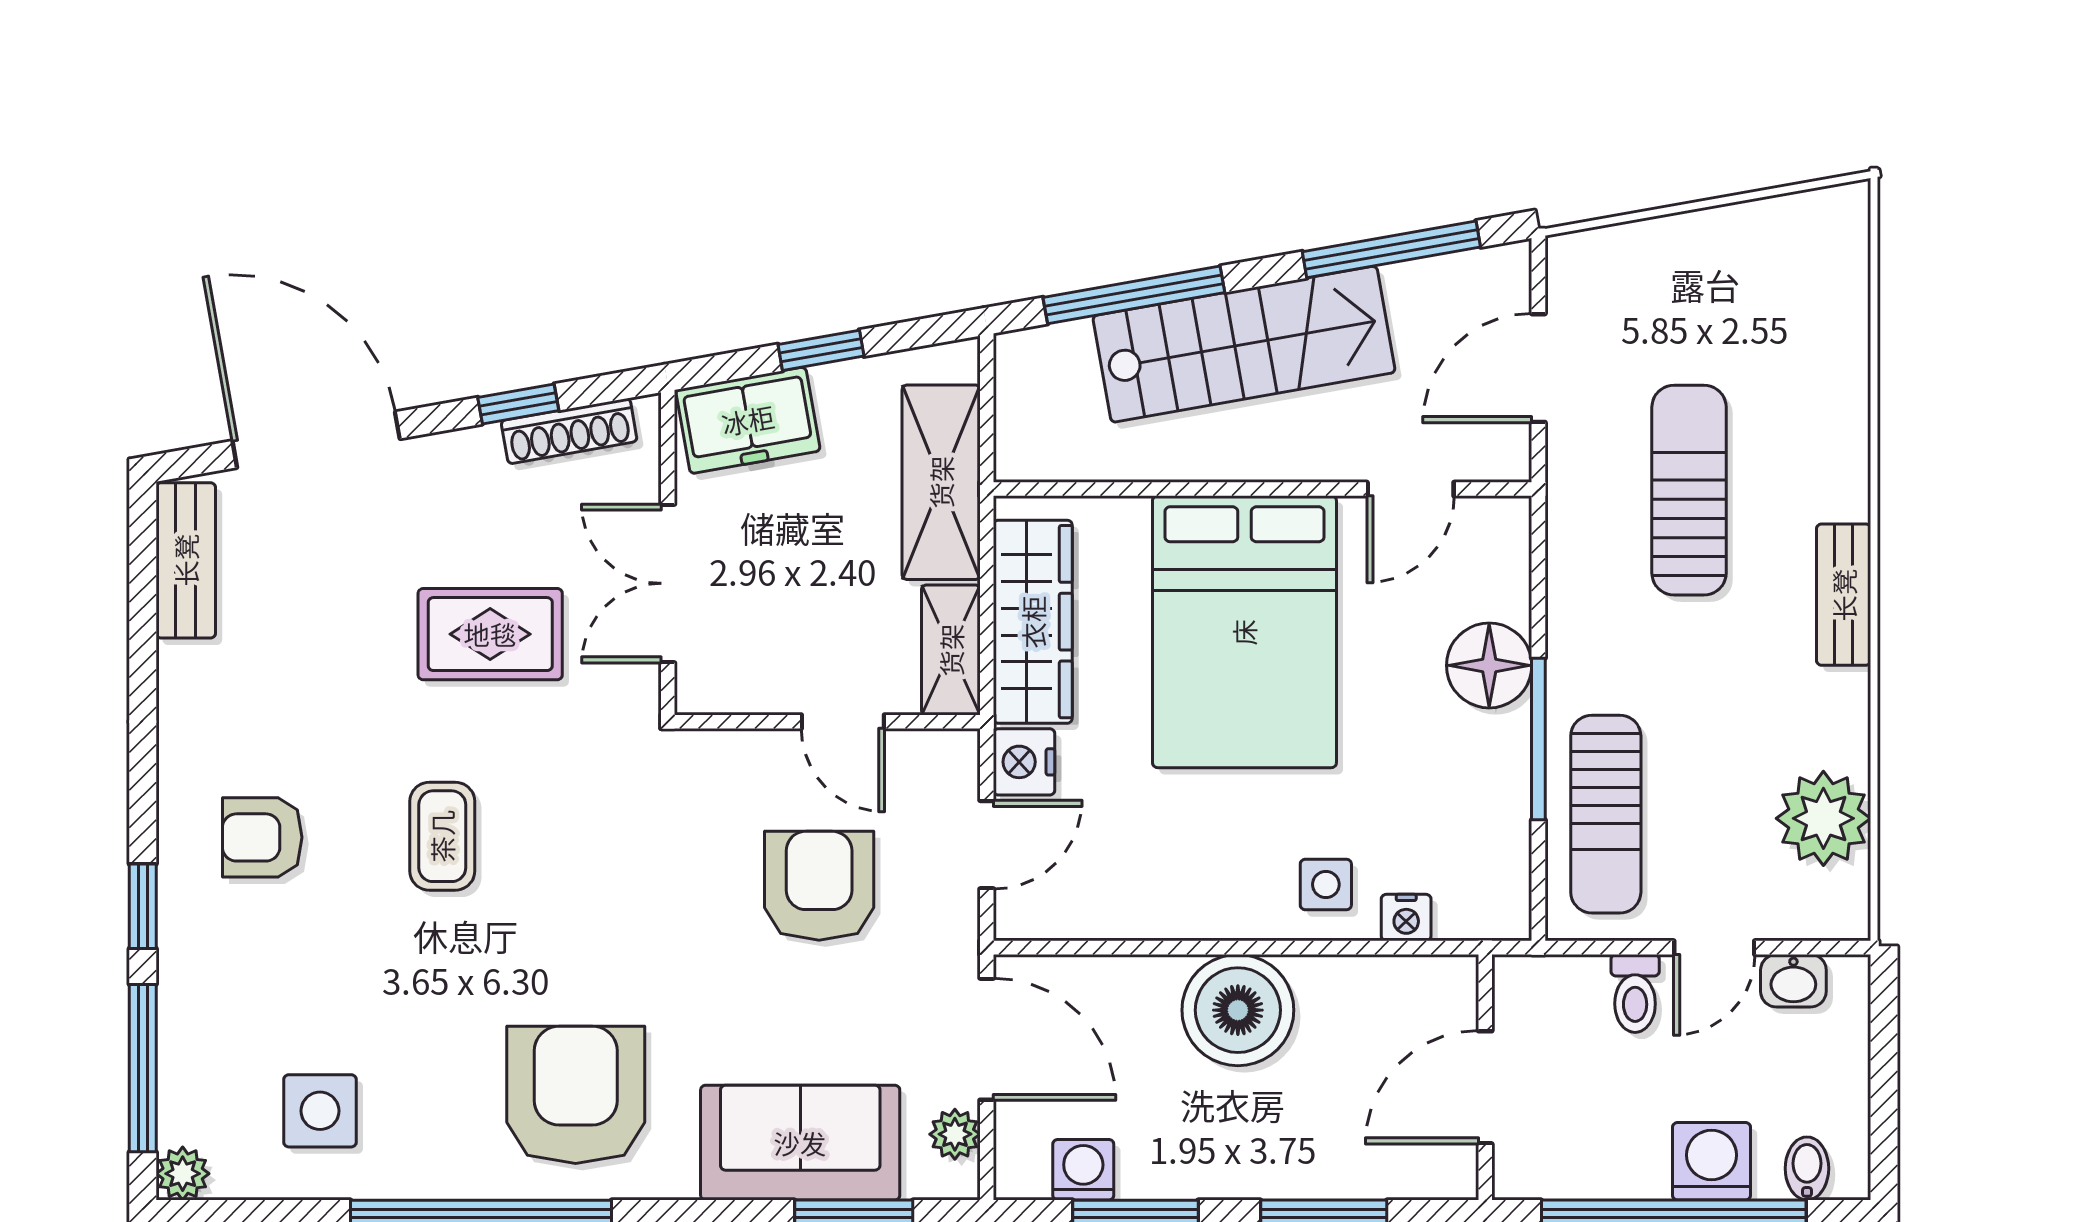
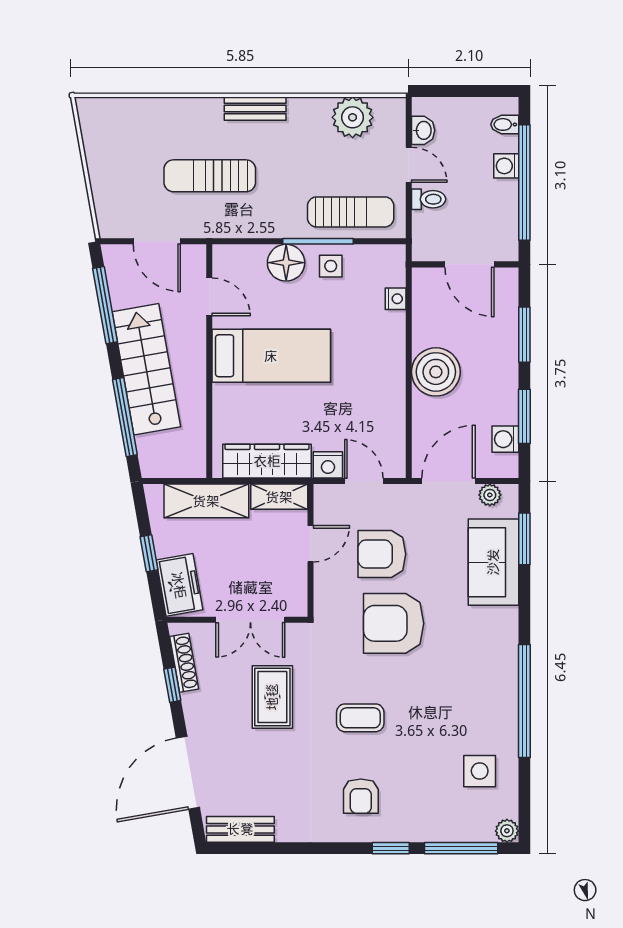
bed: (1244, 632) -> (271, 356), width x0.67
side table: (1326, 884) -> (331, 266), moved
armchair: (576, 1095) -> (394, 623), moved
washing machine: (1712, 1161) -> (506, 166), width x0.73, depth x0.73

